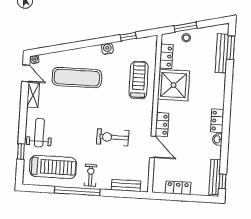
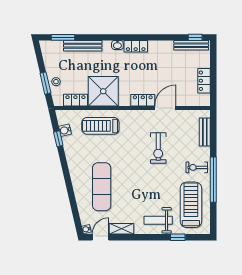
water cooler: (107, 49) -> (65, 130), moved
bench: (222, 53) -> (83, 46), moved
washbasin: (217, 139) -> (117, 45), moved

